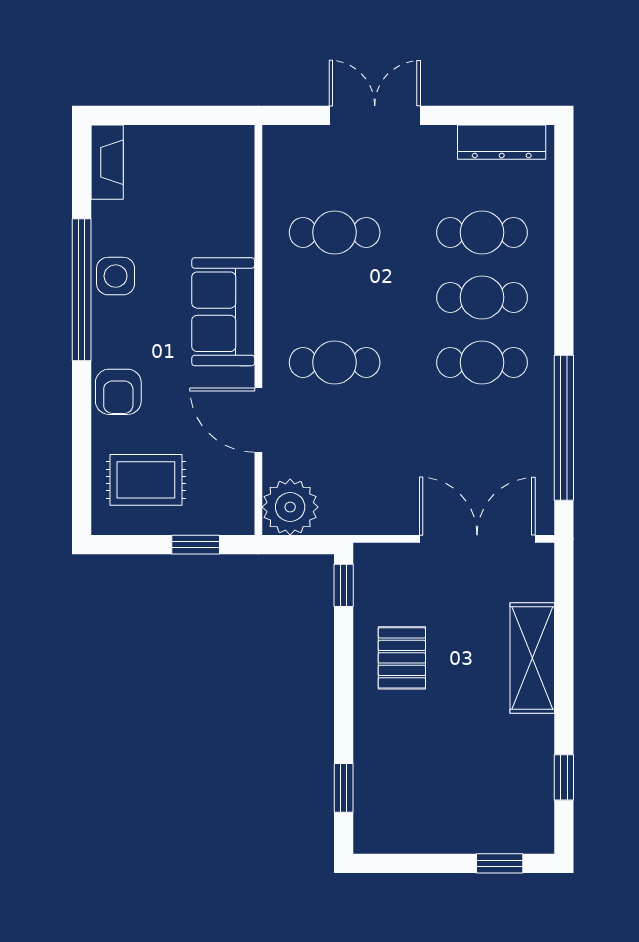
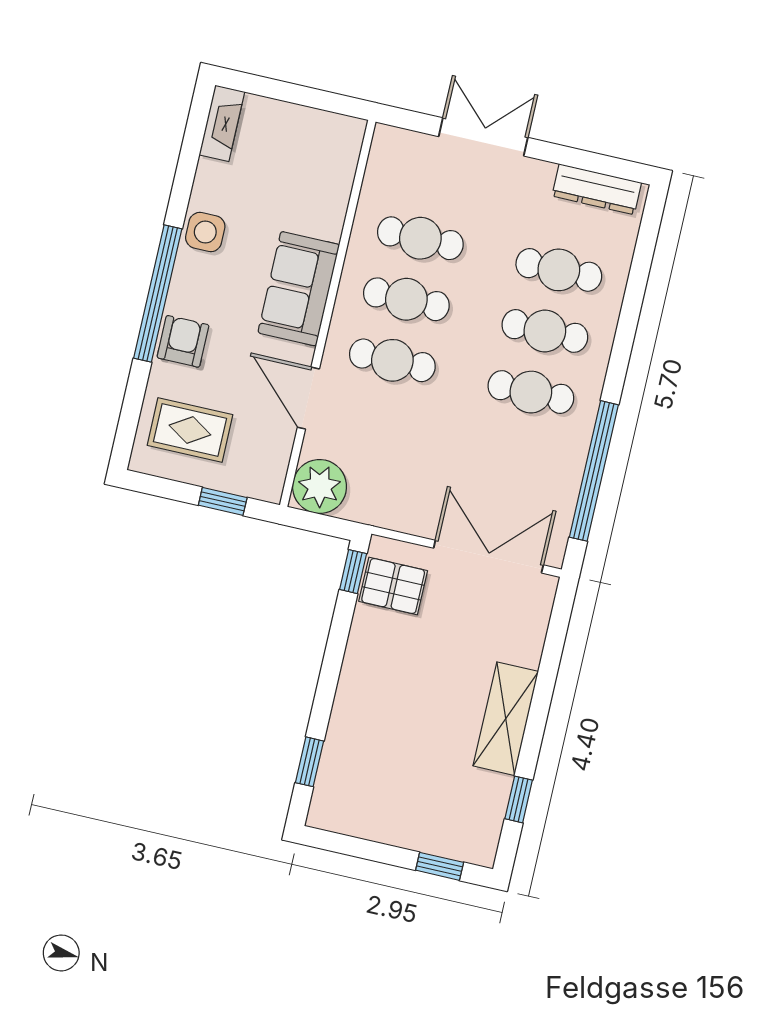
window: (82, 290) -> (158, 294), moved
cafe table: (335, 297) -> (406, 299), added
armchair: (118, 392) -> (183, 341), turned 180
pallet: (402, 658) -> (393, 586), moved, turned 90
shelving: (532, 658) -> (506, 719), moved

